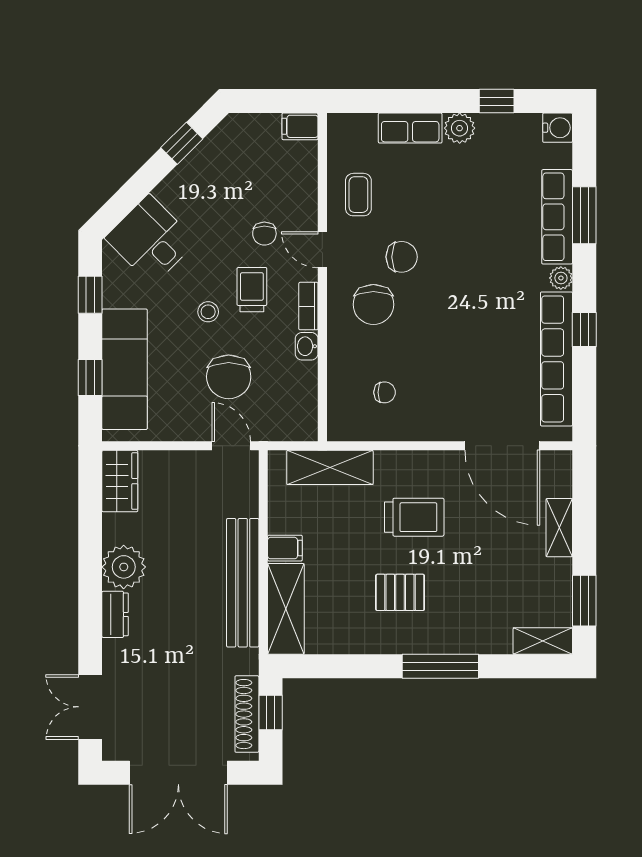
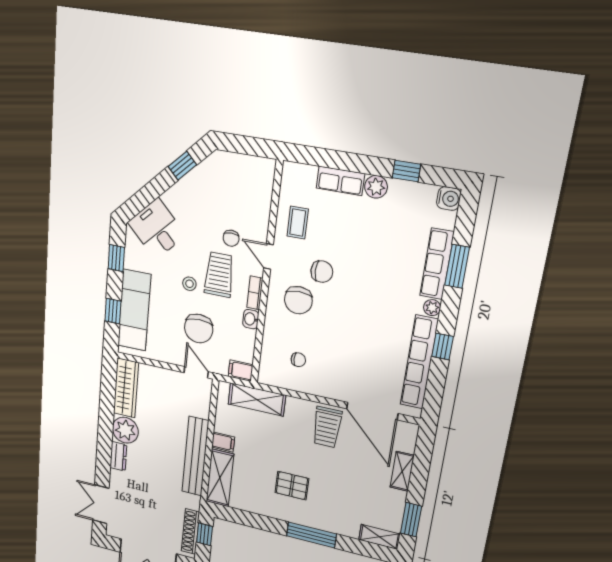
filing cabinet: (300, 126) -> (241, 371), moved
trolley: (252, 290) -> (219, 275), width x1.36, depth x1.39
wardrobe: (120, 481) -> (126, 388), width x1.50
trolley: (414, 517) -> (327, 427), moved, turned 90

